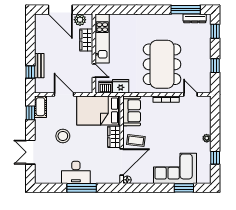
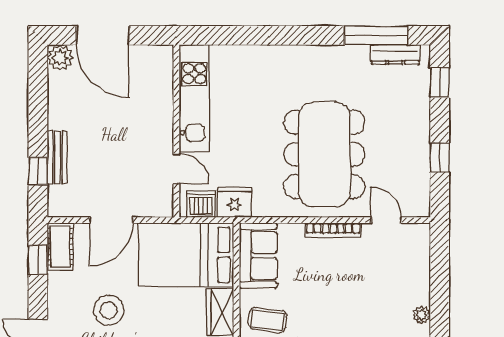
plant: (80, 20) -> (60, 58), moved
wardrobe: (86, 40) -> (160, 102), removed
door: (64, 95) -> (111, 220), swing flipped

